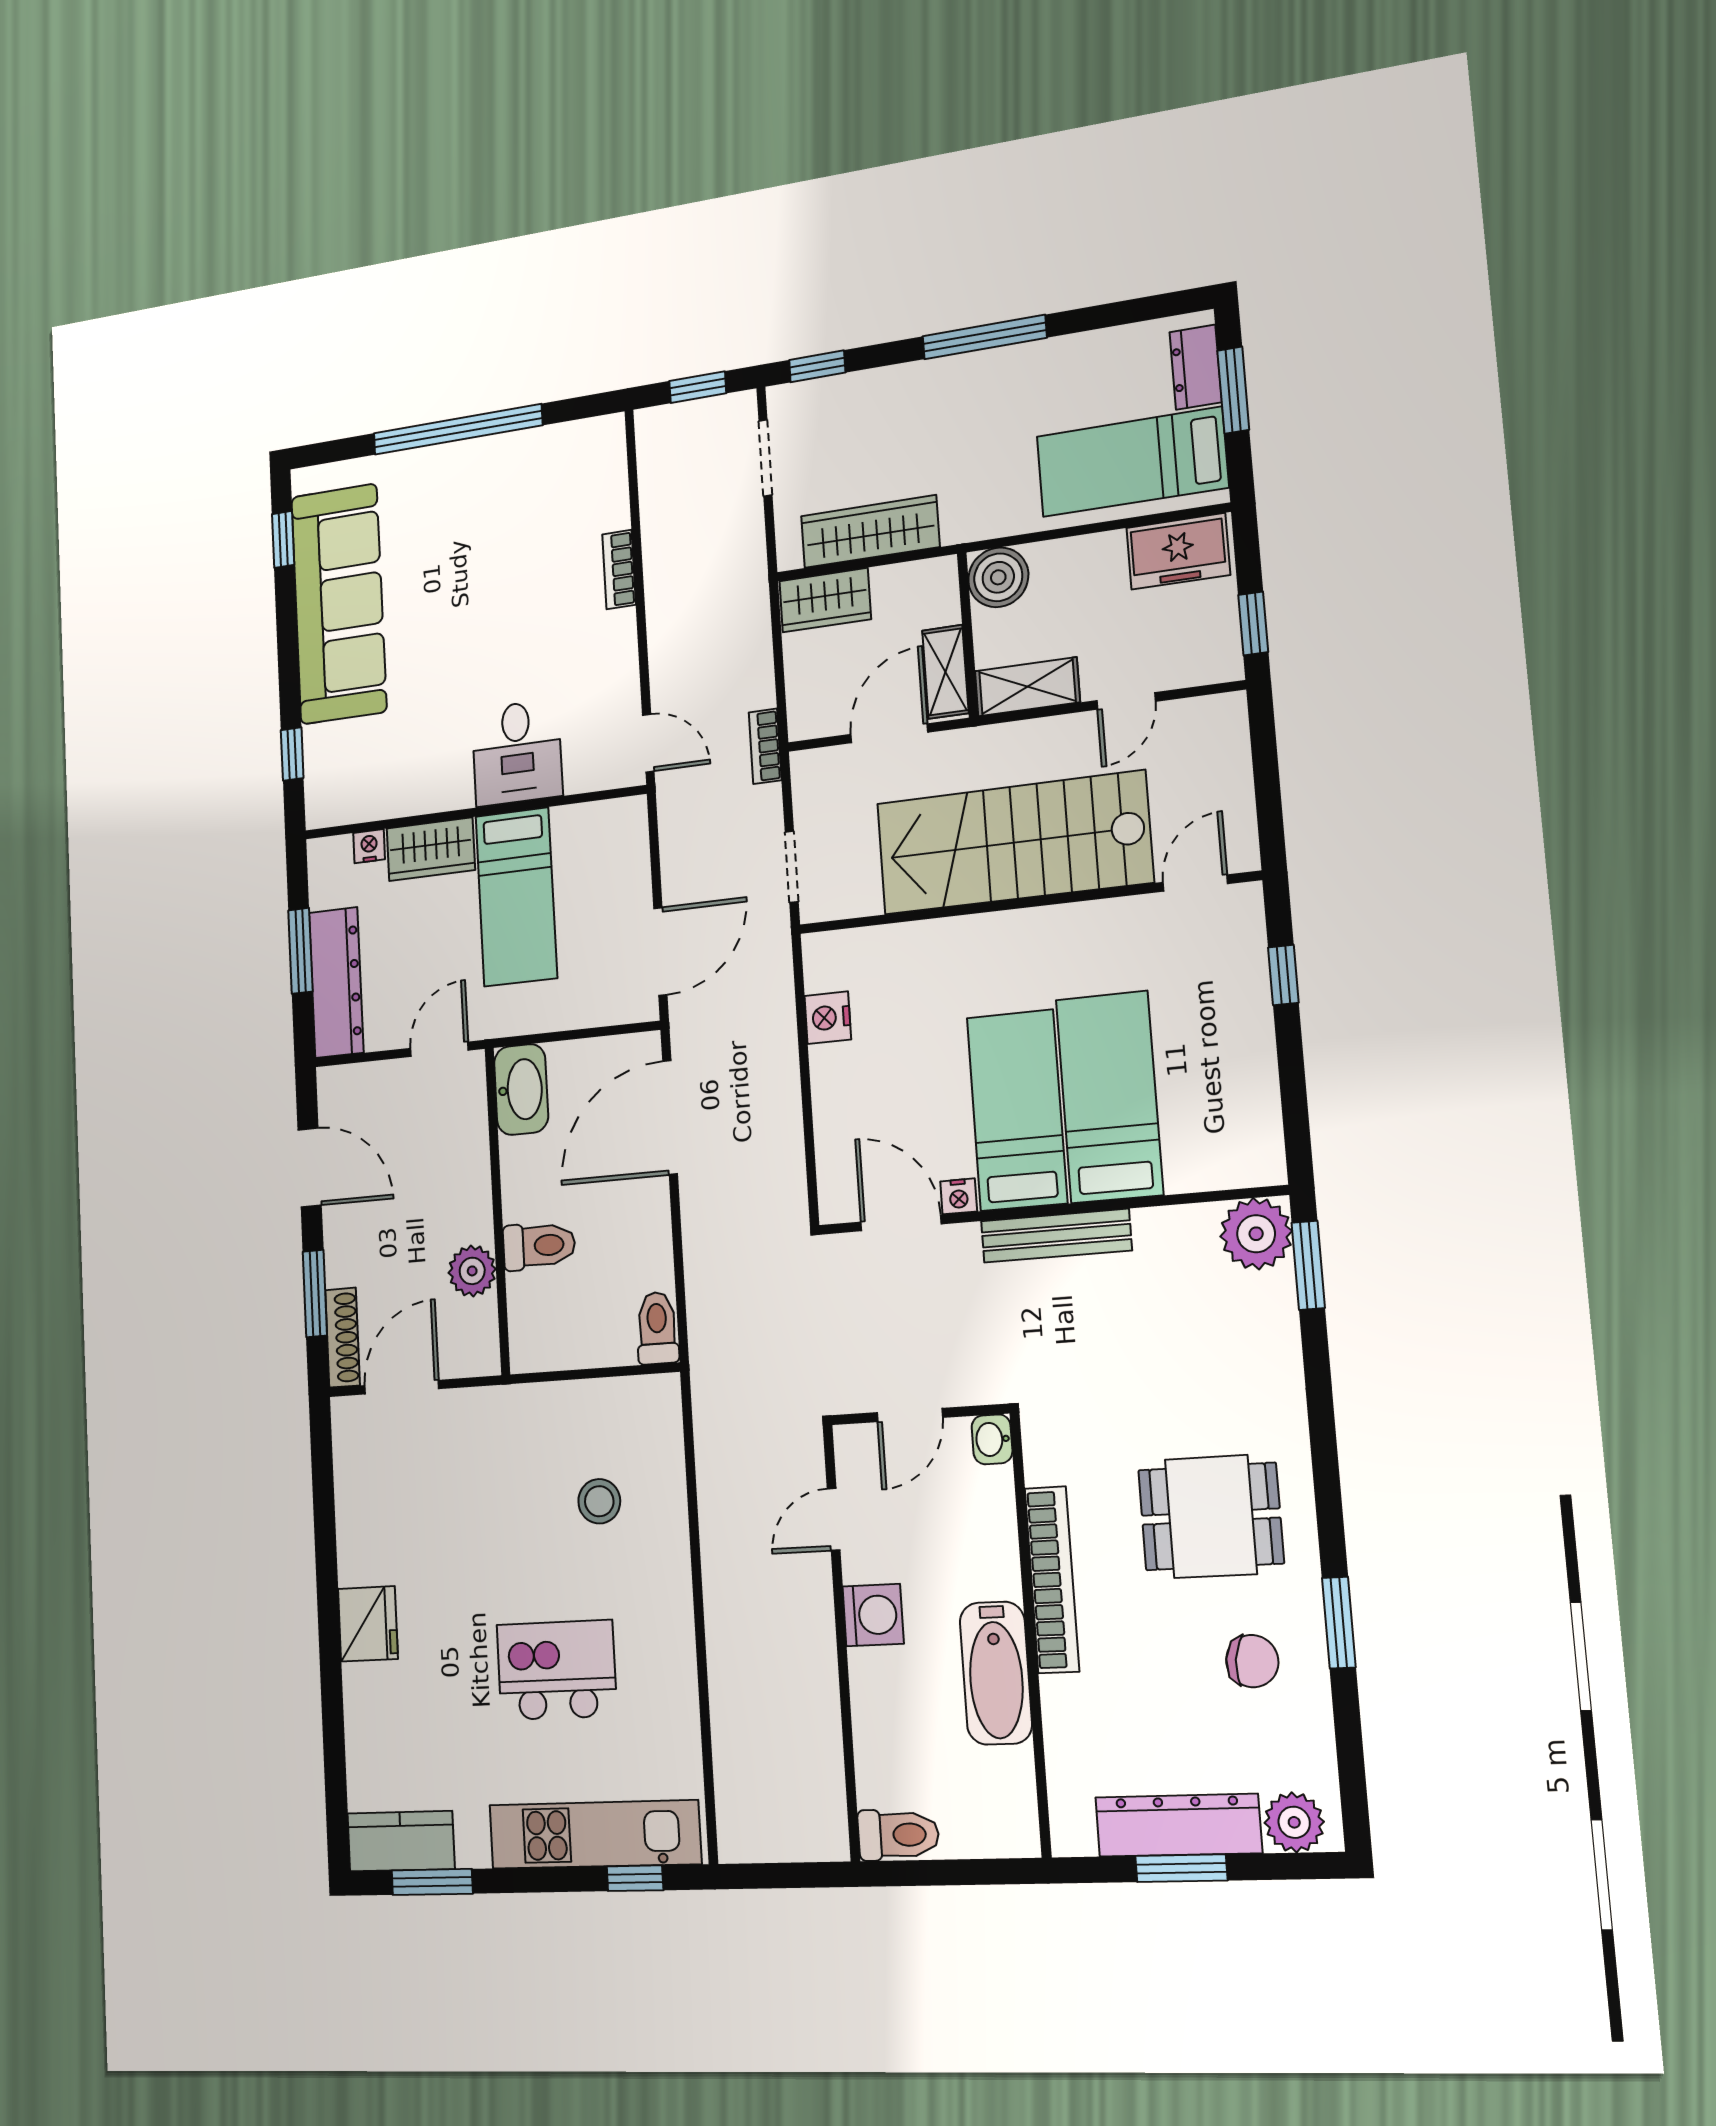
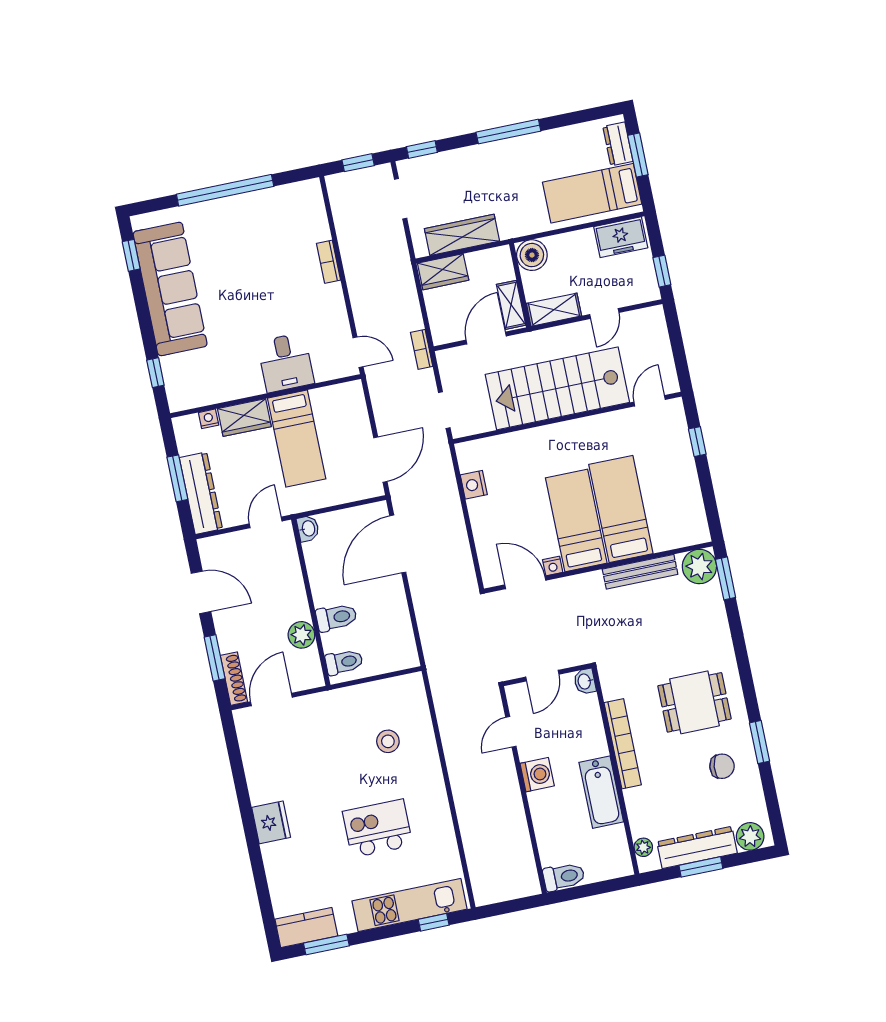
washbasin: (521, 1089) -> (308, 528), width x0.52, depth x0.69
bench: (1056, 1236) -> (640, 572), moved
toilet: (657, 1328) -> (344, 662), moved, turned 90
plant: (1067, 1804) -> (643, 847), added

